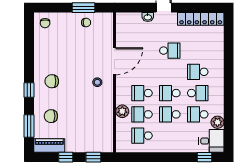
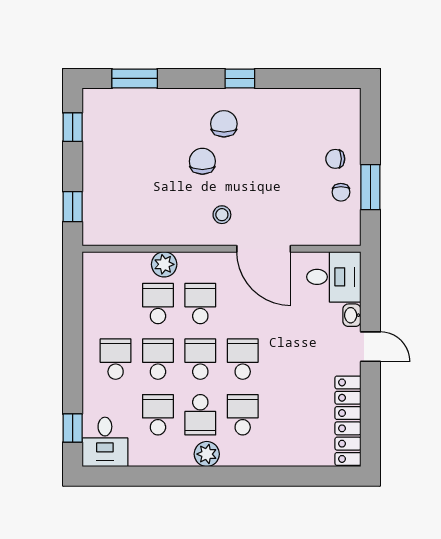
chair: (45, 23) -> (335, 159), moved
desk: (129, 26) -> (334, 277), added
school desk: (170, 51) -> (243, 359), moved, turned 180
window: (29, 90) -> (240, 78), moved
chair: (51, 116) -> (202, 161), moved
plant: (217, 122) -> (207, 454), moved
school desk: (142, 136) -> (116, 359), moved
piano: (49, 146) -> (96, 119), removed
window: (66, 157) -> (73, 127), moved

